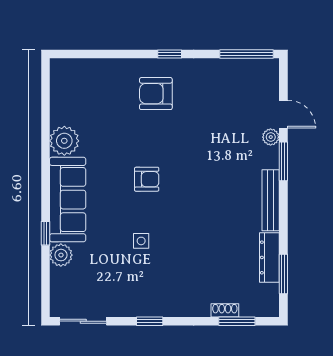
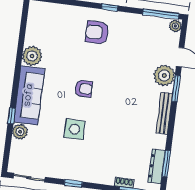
plant: (270, 69) -> (175, 26), added
plant: (271, 137) -> (164, 76), width x1.88, depth x1.88
side table: (141, 241) -> (75, 129), width x1.87, depth x1.87
dresser: (269, 257) -> (157, 166), moved

